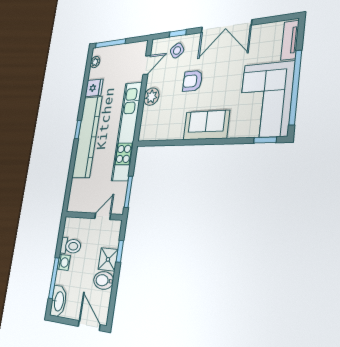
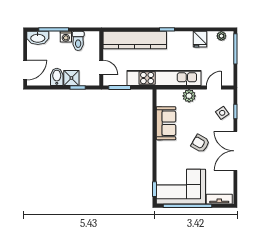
door: (147, 65) -> (214, 87), swing flipped
armchair: (193, 81) -> (200, 143), moved, turned -60
sofa: (206, 125) -> (166, 123), moved
kitchen counter: (87, 137) -> (135, 40), moved

